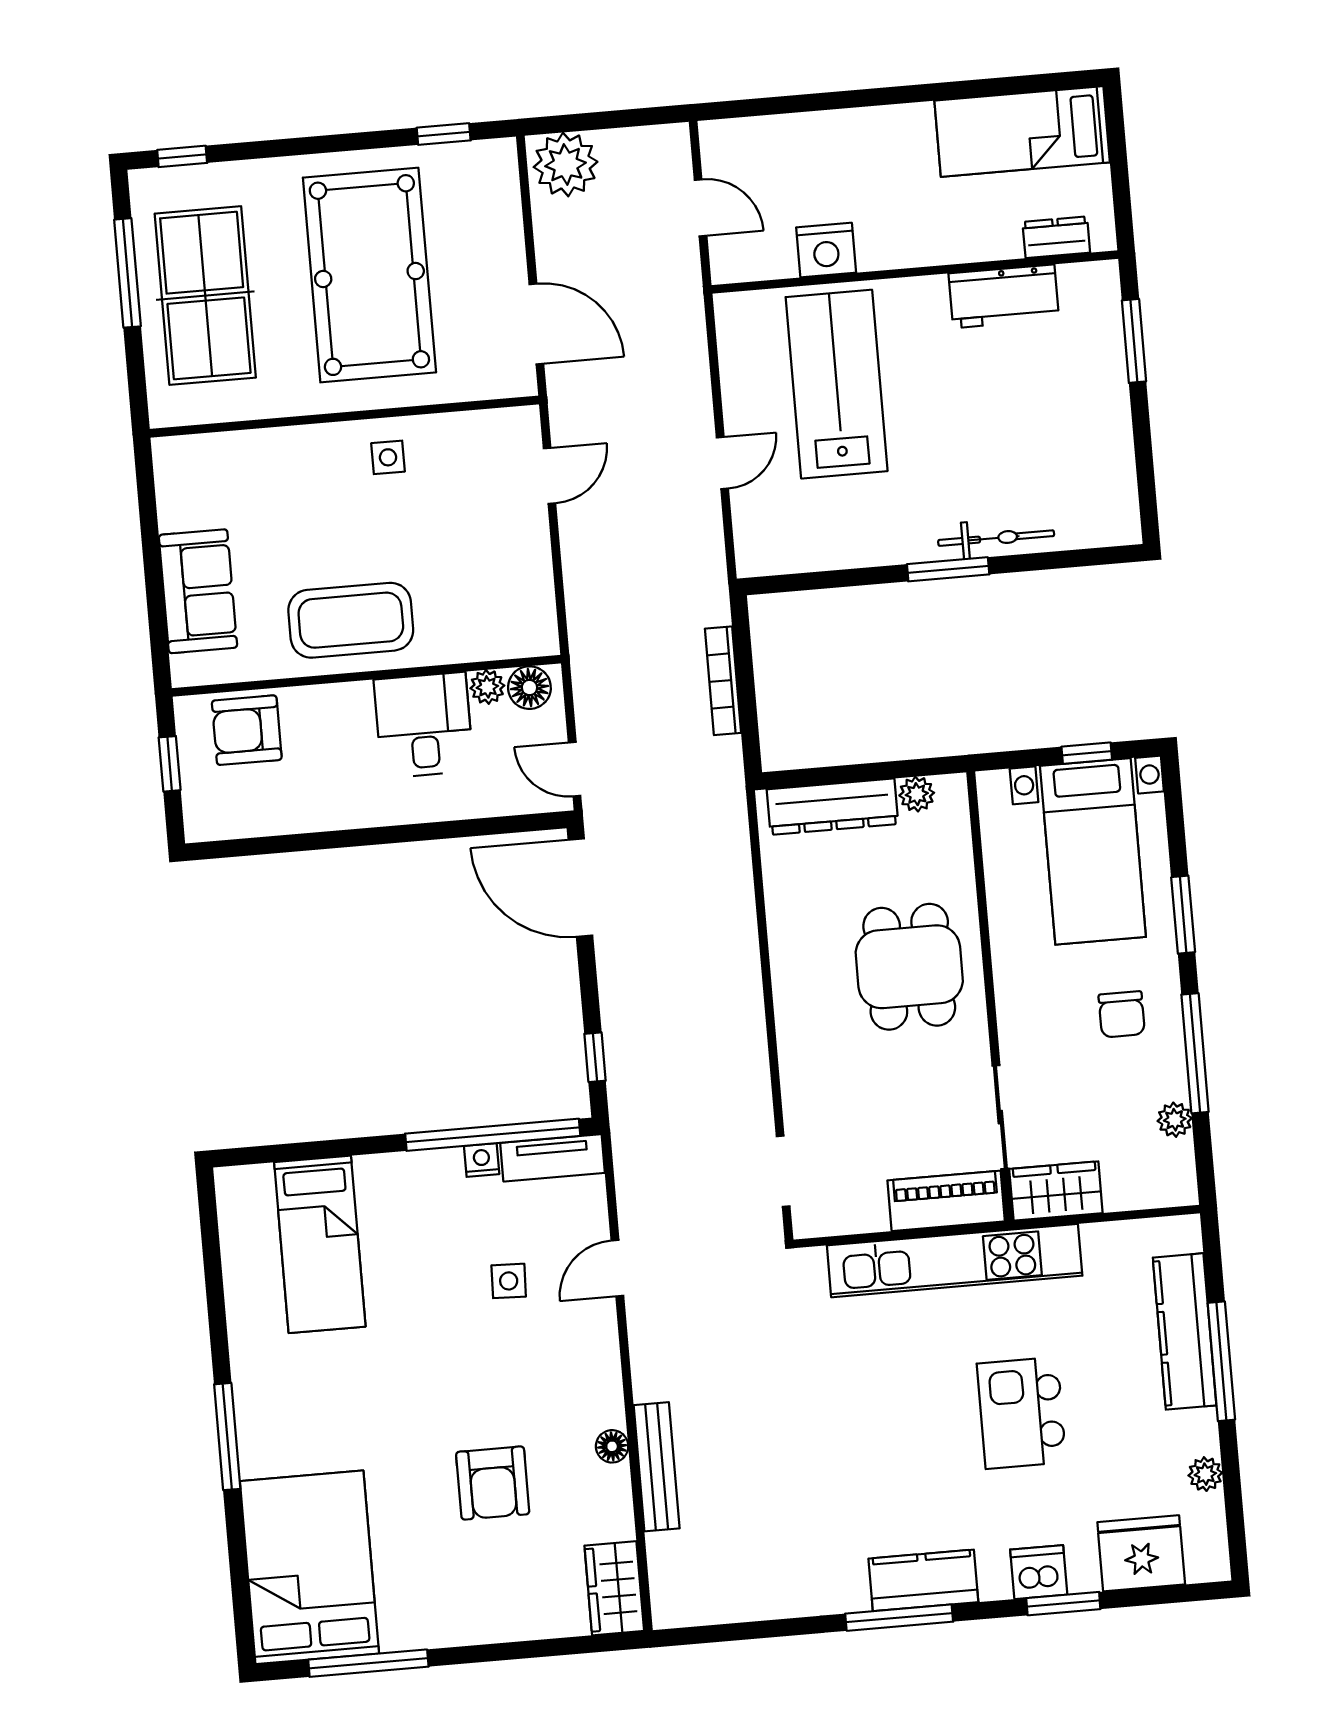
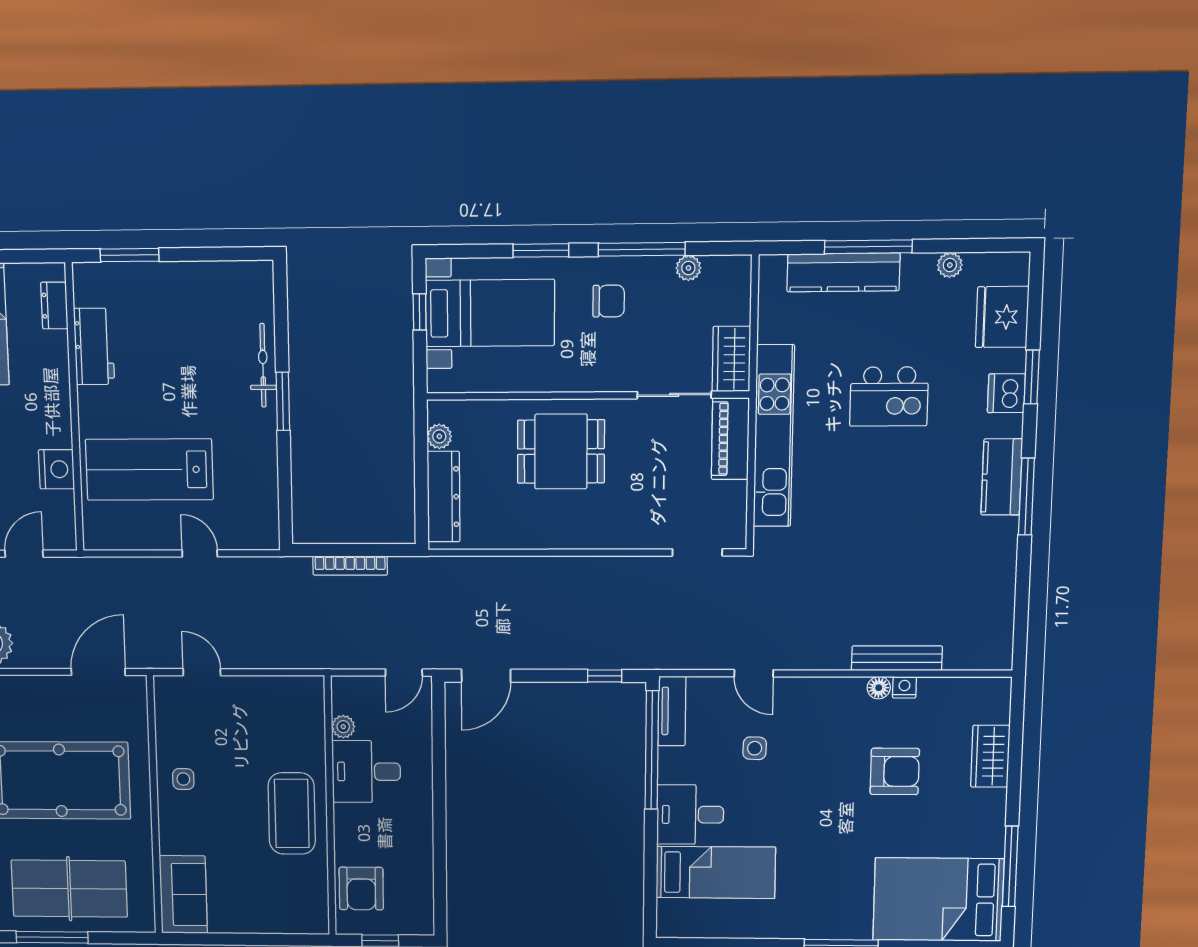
sofa: (198, 591) -> (183, 894), moved, turned 90
floor lamp: (529, 688) -> (346, 698), removed
door: (580, 888) -> (486, 676), width x0.73
nightstand: (482, 1160) -> (904, 687), moved, turned 90
desk: (403, 1199) -> (690, 815), added
wardrobe: (614, 1588) -> (990, 756), moved, turned 90

